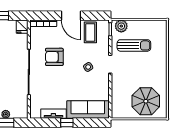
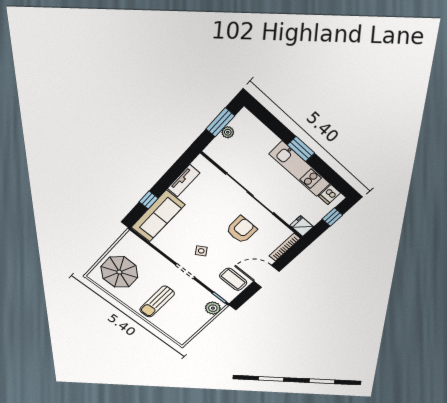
sun lounger: (134, 45) -> (157, 302), moved
window: (67, 123) -> (149, 200), moved

